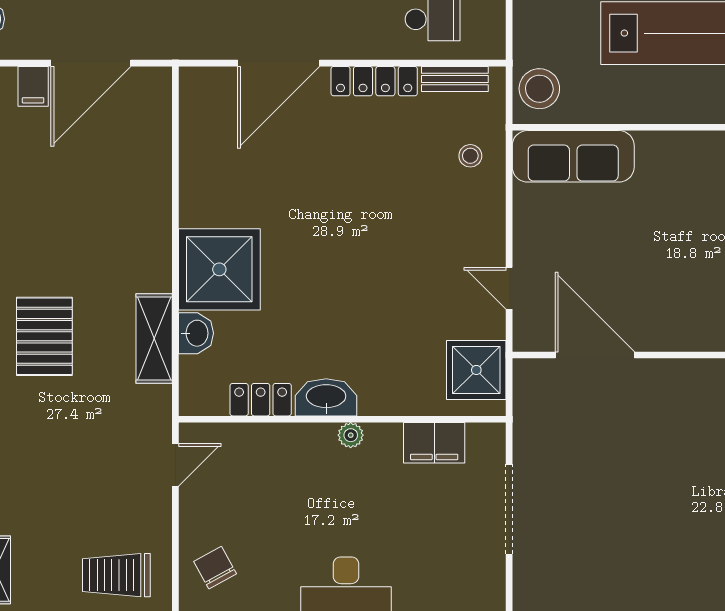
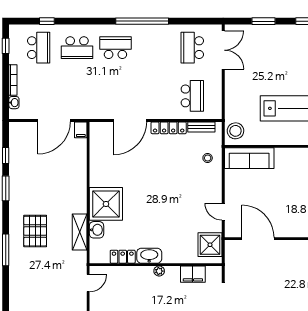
filing cabinet: (33, 86) -> (81, 130), moved

